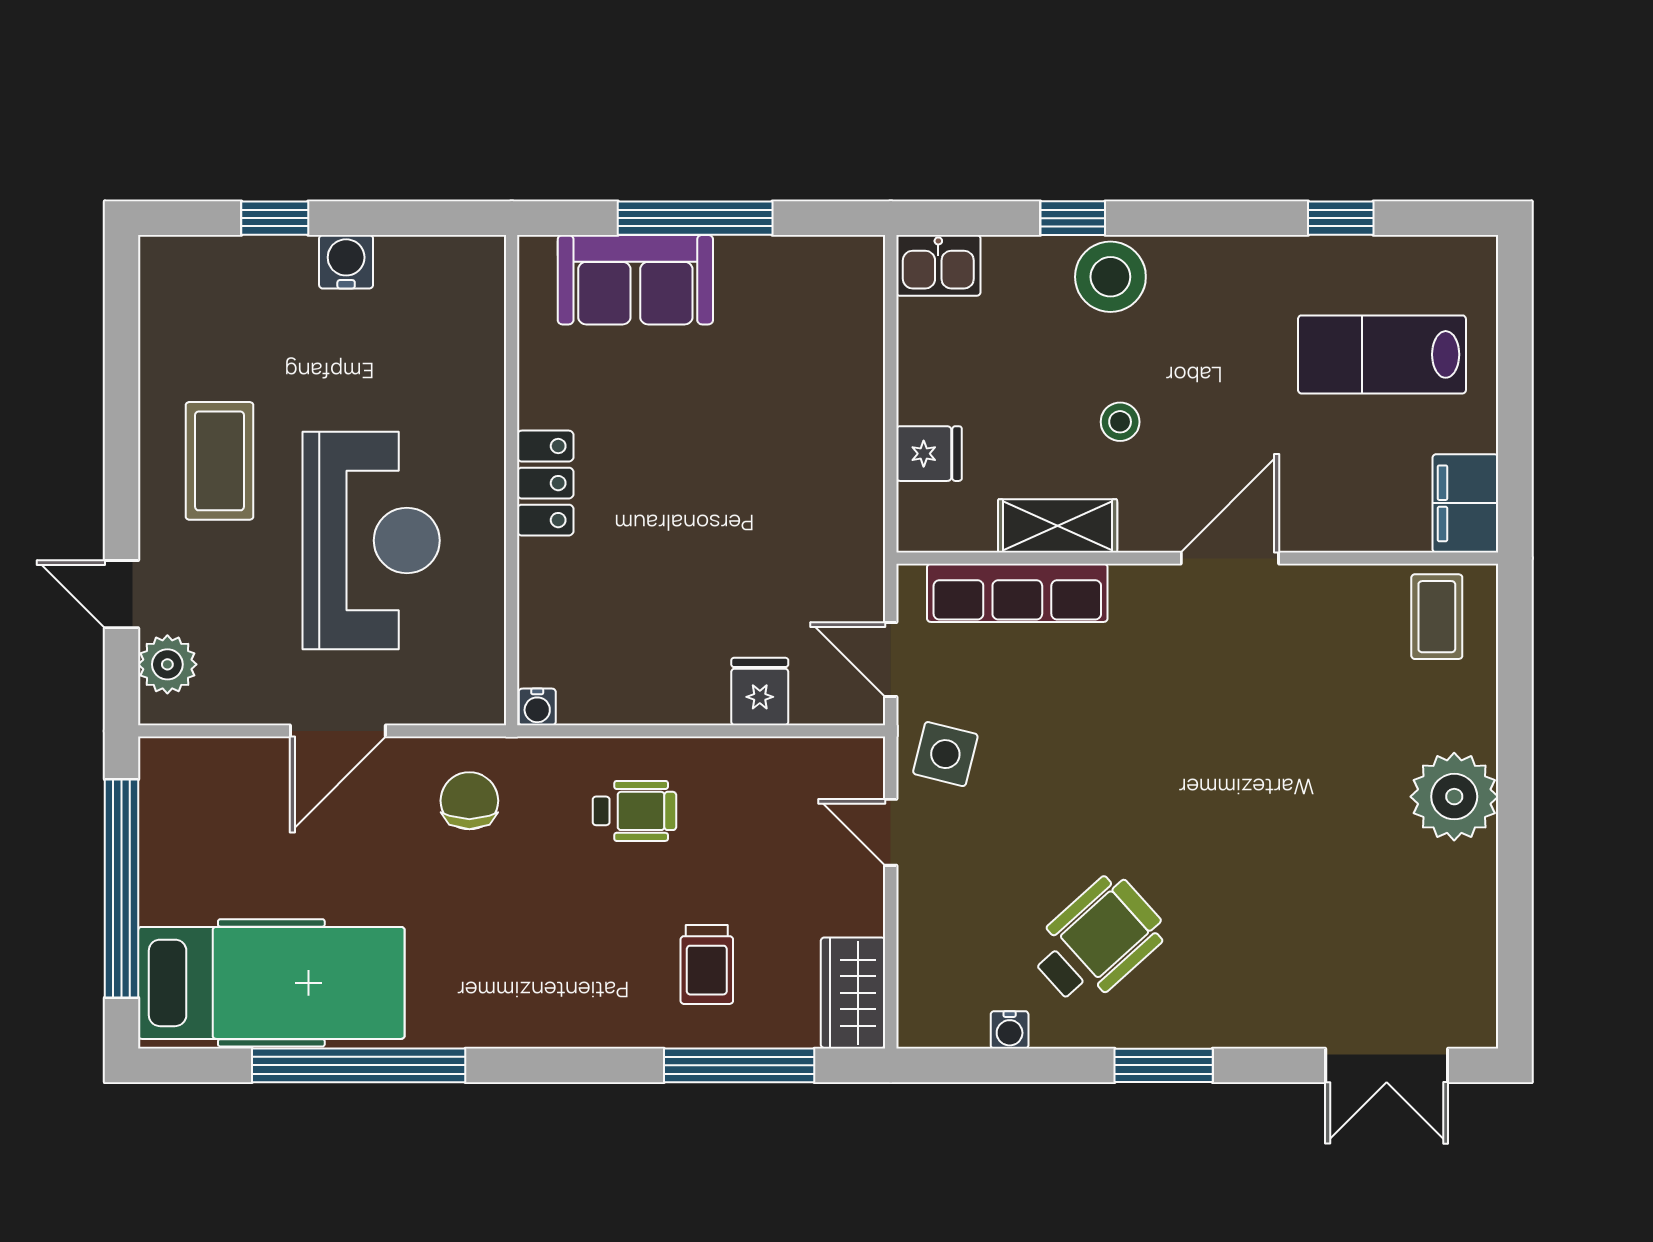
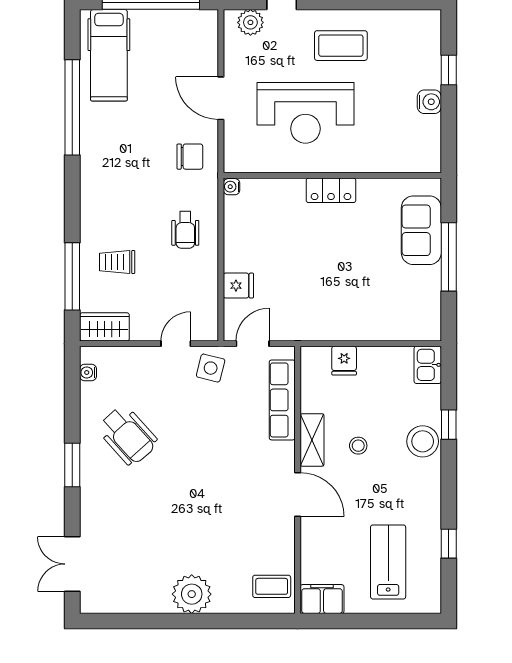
shelving: (1058, 526) -> (312, 440), moved
hospital bed: (271, 983) -> (109, 55), width x0.73, depth x0.78
water cooler: (1010, 1030) -> (88, 373), moved

